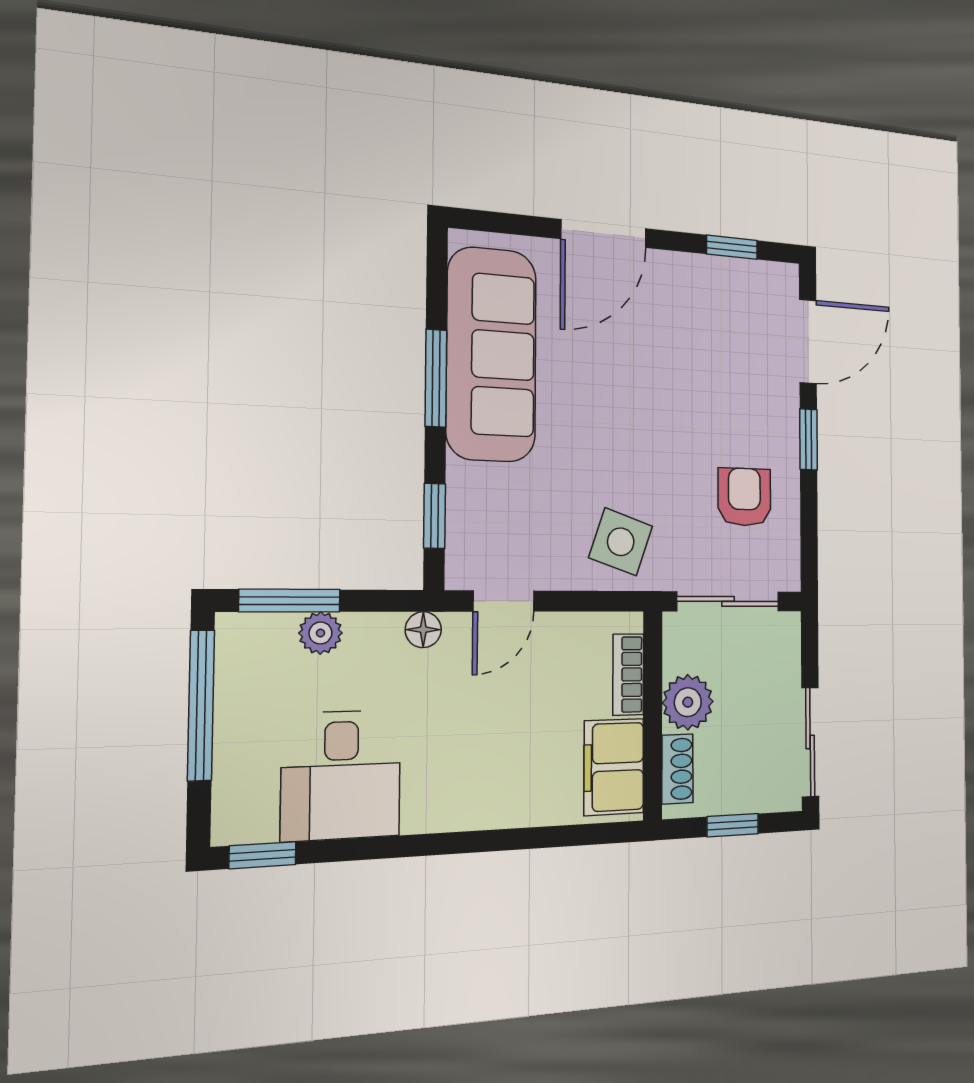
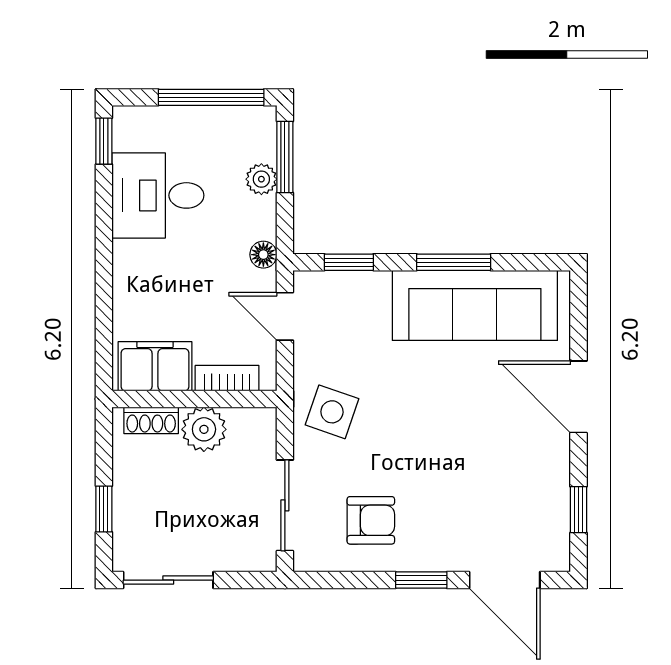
bookcase: (628, 674) -> (227, 378), moved
plant: (688, 702) -> (204, 429), moved
wall: (653, 715) -> (194, 399), moved
filing cabinet: (614, 767) -> (155, 366), moved
shoe rack: (677, 769) -> (151, 420), moved

